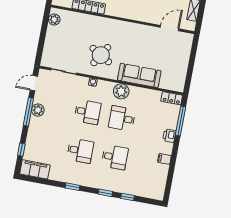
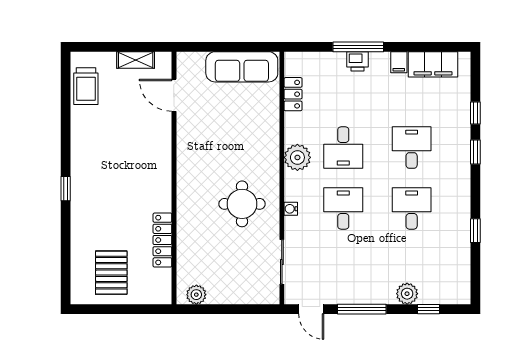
round table: (101, 55) -> (242, 204), turned -31
sofa: (139, 75) -> (242, 67), moved, turned -90
locker: (172, 98) -> (293, 94), moved
plant: (38, 110) -> (407, 294), moved
window: (181, 121) -> (358, 47), moved
filing cabinet: (35, 169) -> (433, 64), moved, turned -90
window: (72, 187) -> (475, 231), moved

